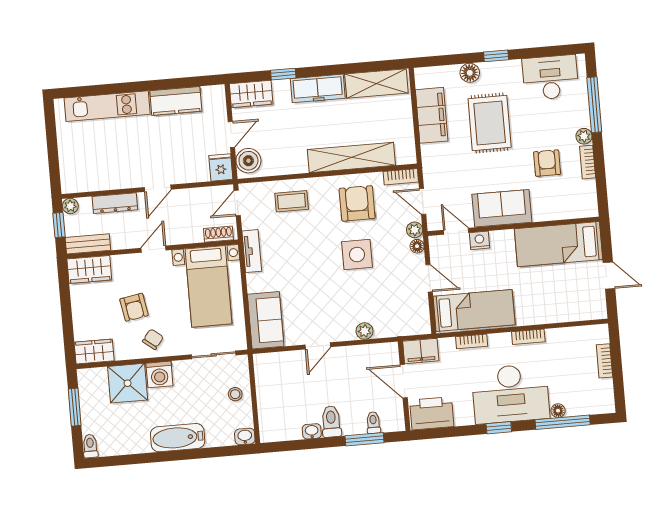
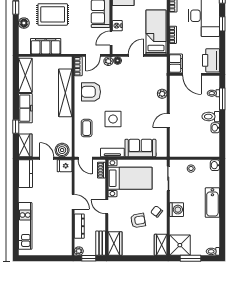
kitchen counter: (176, 101) -> (25, 174), moved
side table: (357, 255) -> (113, 119), moved
sofa: (266, 320) -> (140, 148), moved
door: (318, 346) -> (168, 120), swing flipped
door: (404, 381) -> (192, 74), hinge flipped
shower: (128, 383) -> (180, 245), moved

